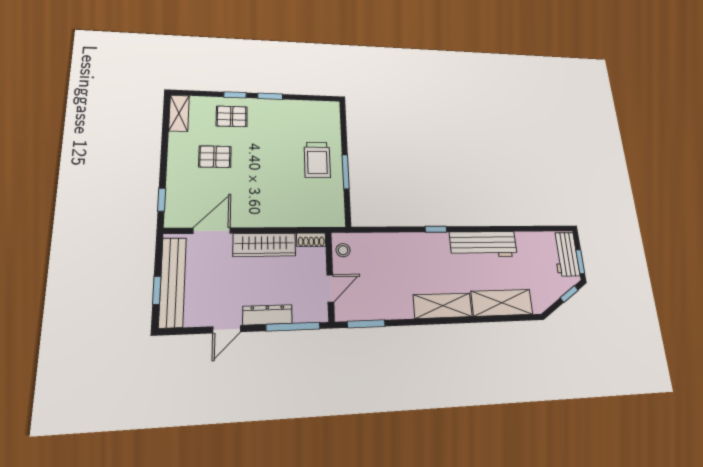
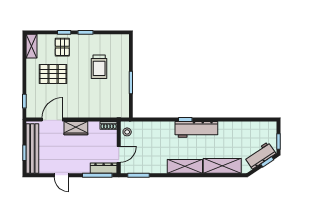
pallet: (232, 116) -> (62, 47), turned 90
pallet: (215, 157) -> (53, 74), width x1.50, depth x1.42
trolley: (317, 160) -> (99, 67), moved
workbench: (483, 244) -> (196, 129), moved
wardrobe: (264, 245) -> (76, 128), width x0.67
workbench: (566, 254) -> (260, 155), moved, turned 56
dresser: (267, 315) -> (104, 168), moved
door: (227, 329) -> (61, 175), hinge flipped

